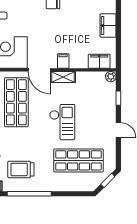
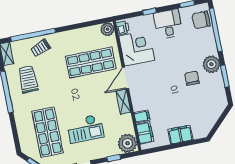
filing cabinet: (63, 61) -> (142, 116), moved
plant: (111, 77) -> (127, 143), width x1.87, depth x1.87
checkout: (62, 122) -> (85, 129), moved

